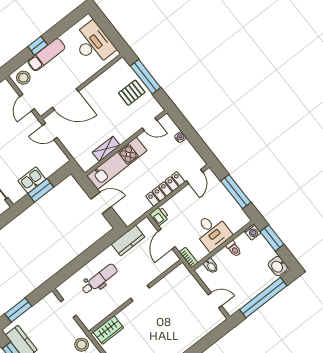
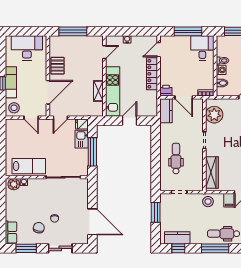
pallet: (132, 93) -> (57, 66), moved
fridge: (60, 158) -> (82, 124), added
door: (195, 177) -> (159, 50), swing flipped
kitchen sink: (32, 180) -> (82, 139), moved
window: (41, 190) -> (92, 152), width x1.44
desk: (212, 232) -> (202, 48), moved, turned -90
washing machine: (253, 232) -> (221, 70), moved
kitchen counter: (128, 241) -> (166, 111), moved
plant: (173, 283) -> (214, 115), added
window: (18, 310) -> (156, 212), moved
wardrobe: (108, 330) -> (212, 173), width x1.50

